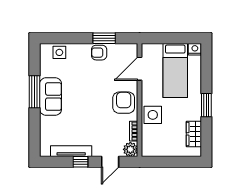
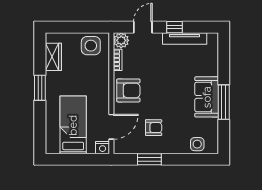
nightstand: (195, 49) -> (103, 148), moved
armchair: (99, 53) -> (154, 128), moved
armchair: (124, 103) -> (128, 90), turned -90
side table: (153, 115) -> (91, 46), moved

